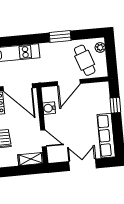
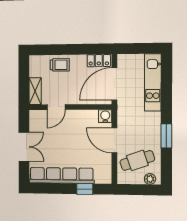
water cooler: (49, 108) -> (105, 116), moved
row of seats: (106, 136) -> (62, 175), width x1.36

